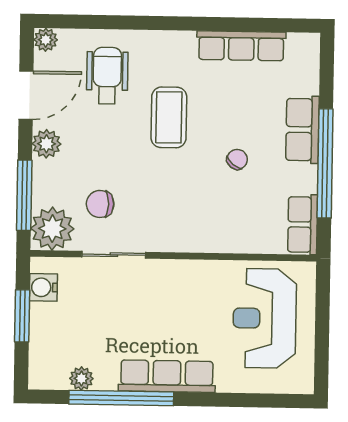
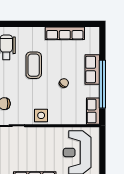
side table: (184, 232) -> (41, 115), added

